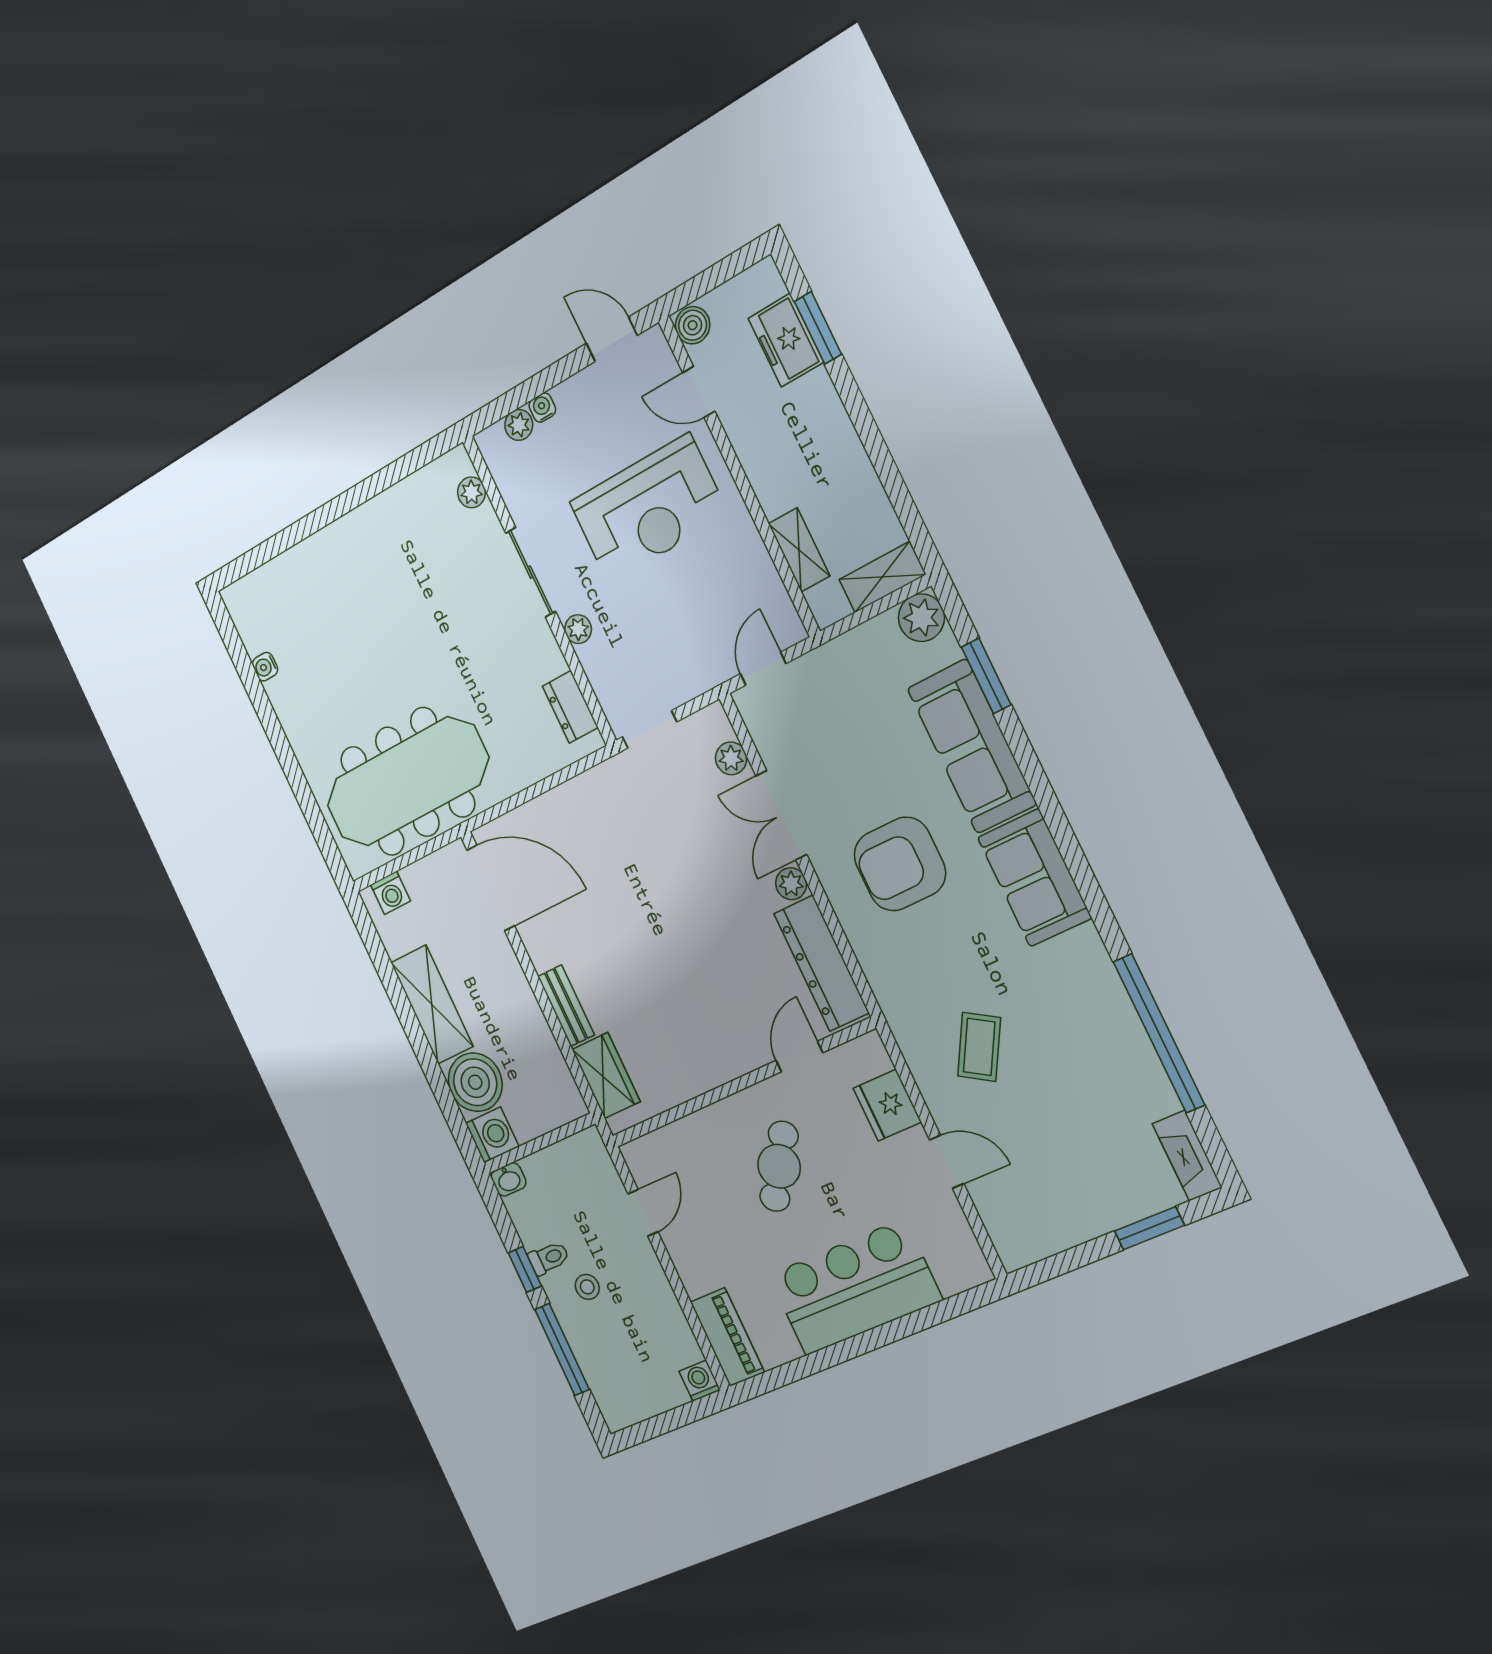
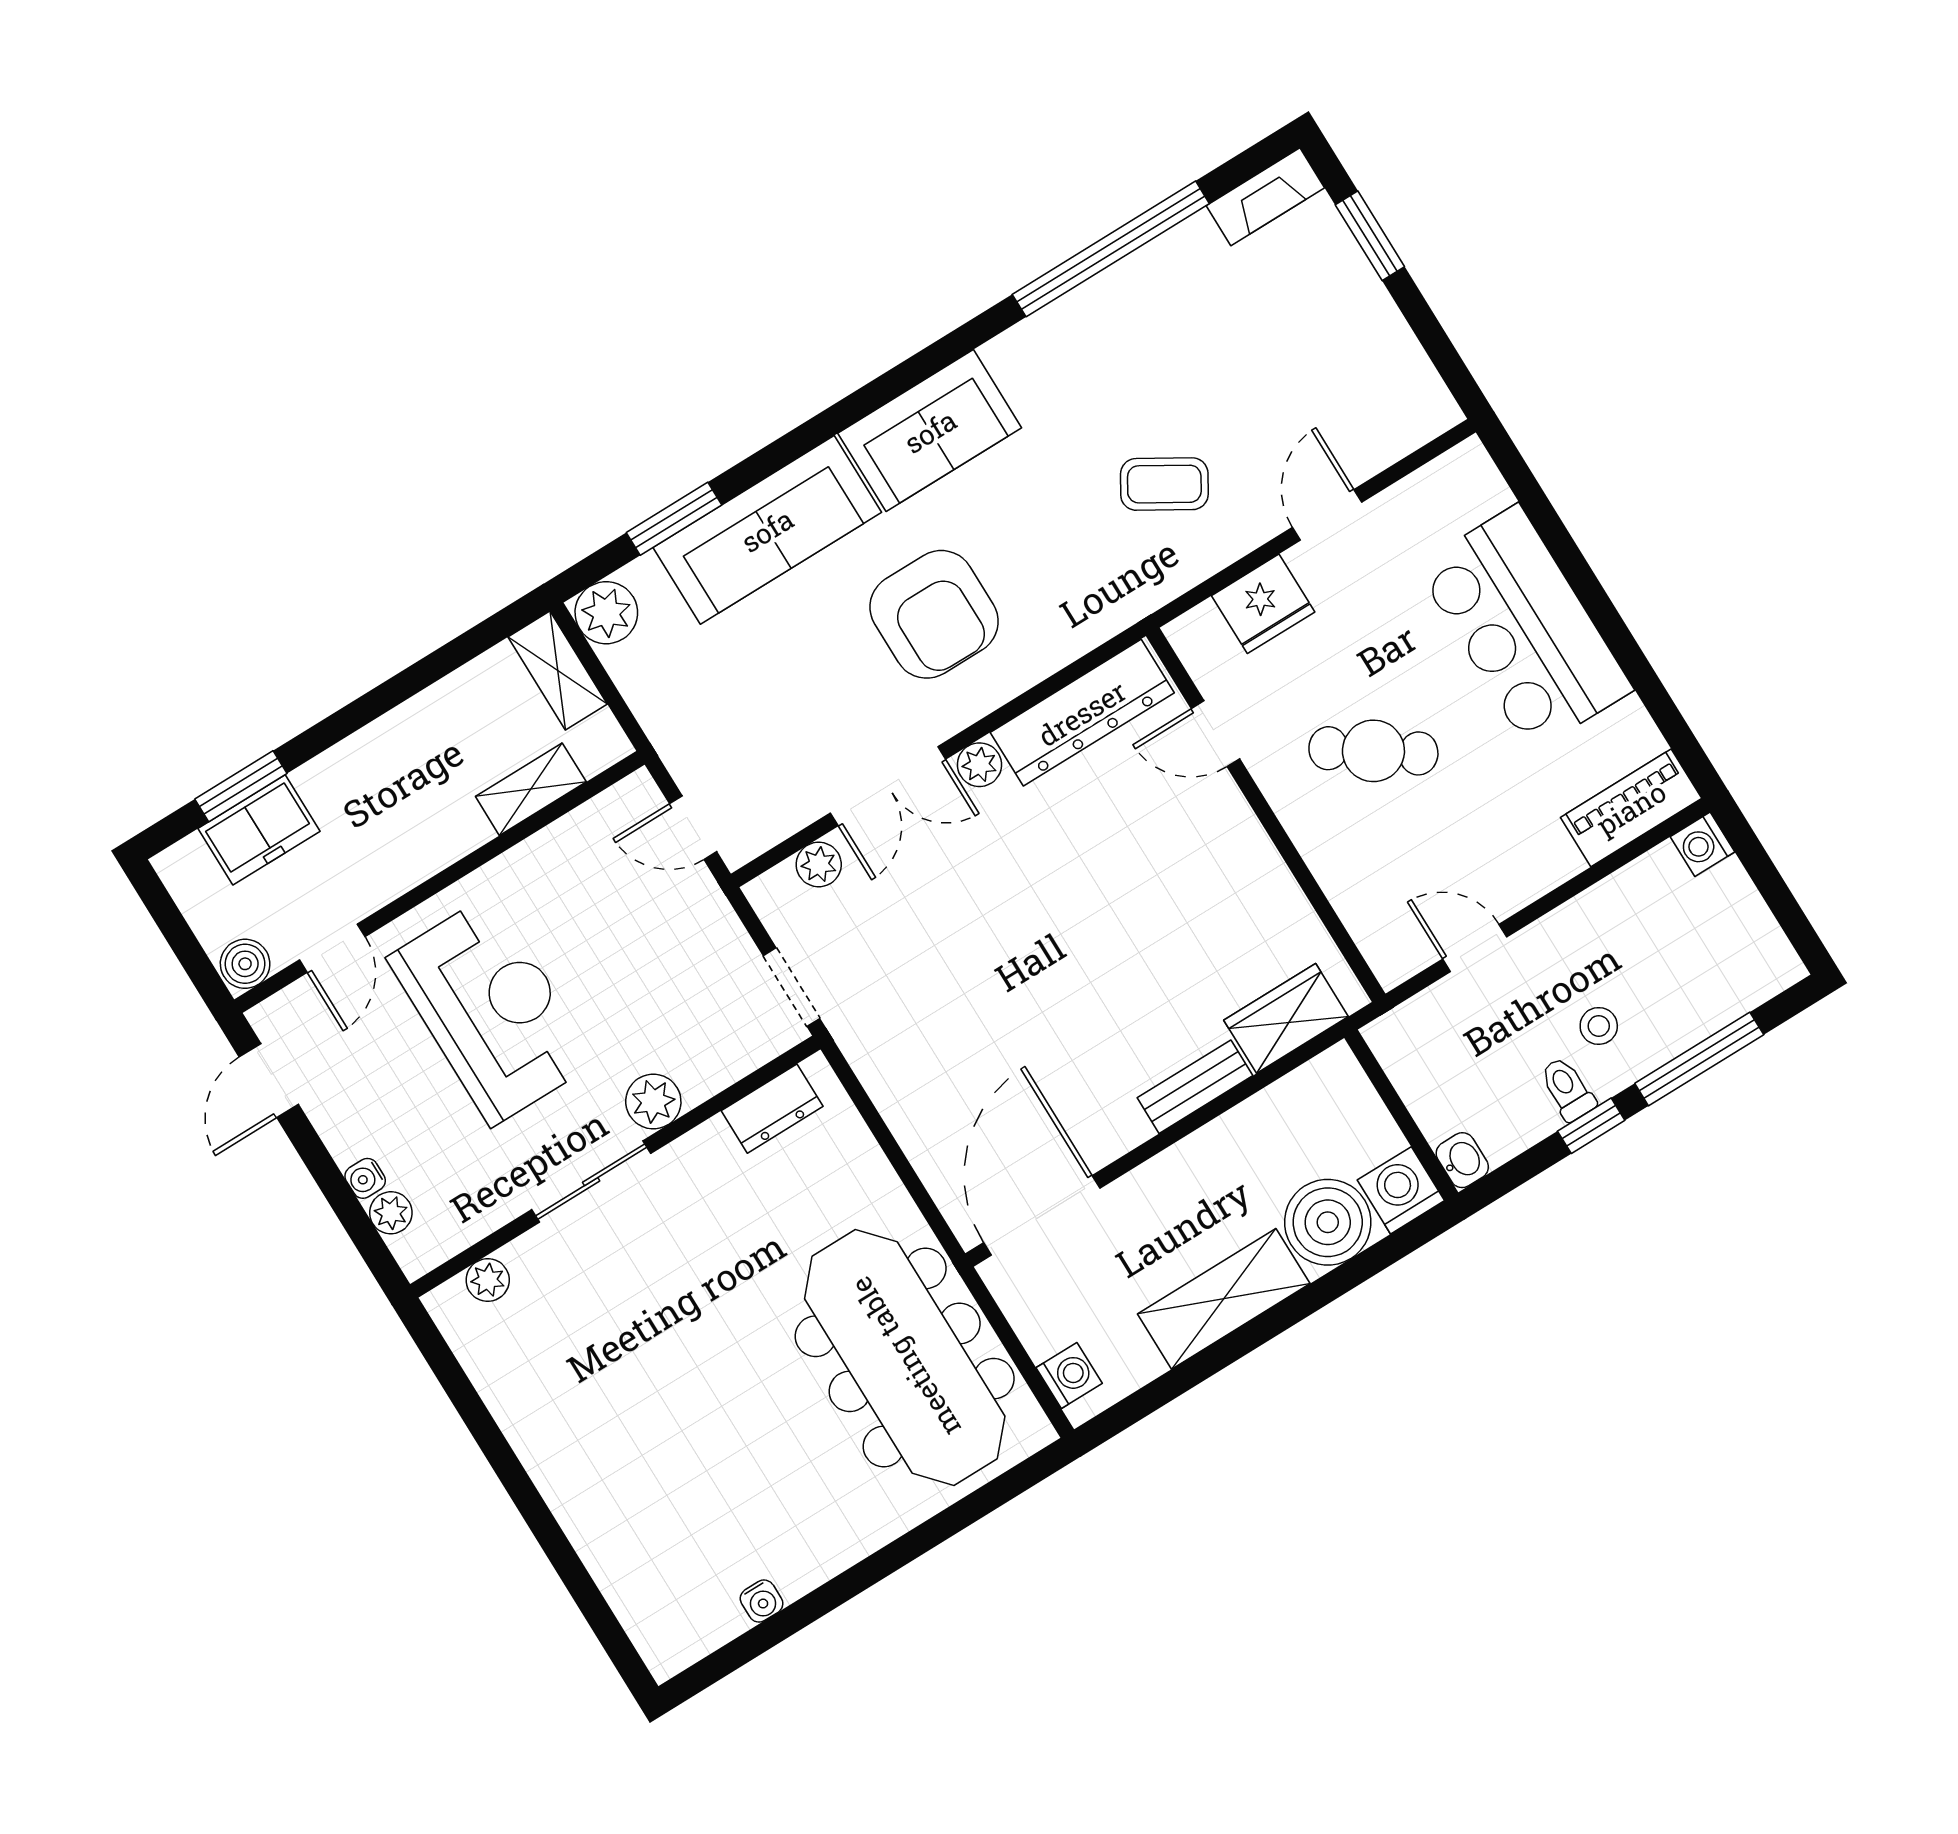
plant: (578, 629) -> (653, 1102), width x1.38, depth x1.38

